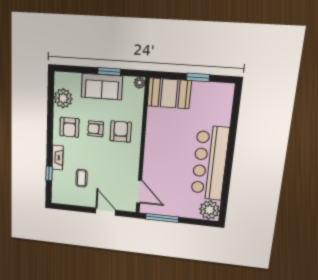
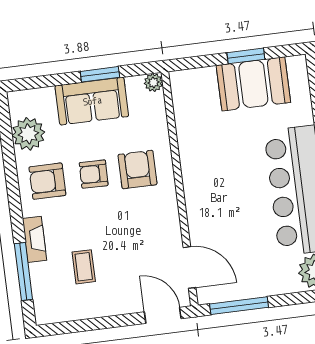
booth: (169, 93) -> (253, 84), moved
armchair: (69, 127) -> (47, 181), turned 90
window: (49, 173) -> (23, 272), width x2.17
door: (106, 212) -> (163, 315), moved

